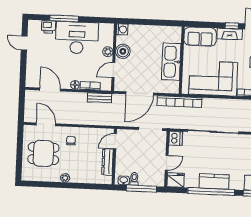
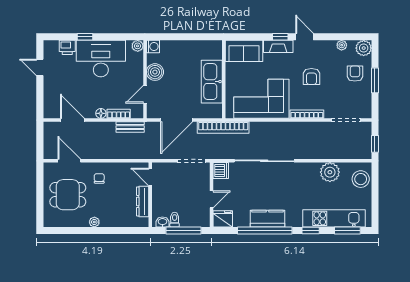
window: (64, 18) -> (85, 37), width x0.46
plant: (108, 52) -> (138, 46), moved
door: (115, 141) -> (150, 177), hinge flipped

